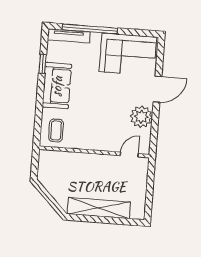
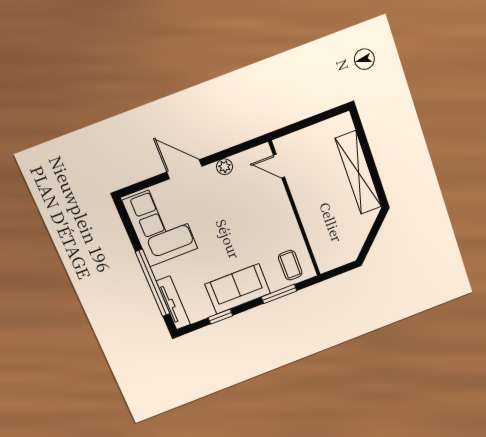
window: (39, 113) -> (279, 294), added
plant: (141, 117) -> (225, 167), width x0.53, depth x0.53
coffee table: (56, 130) -> (290, 265), turned 90

